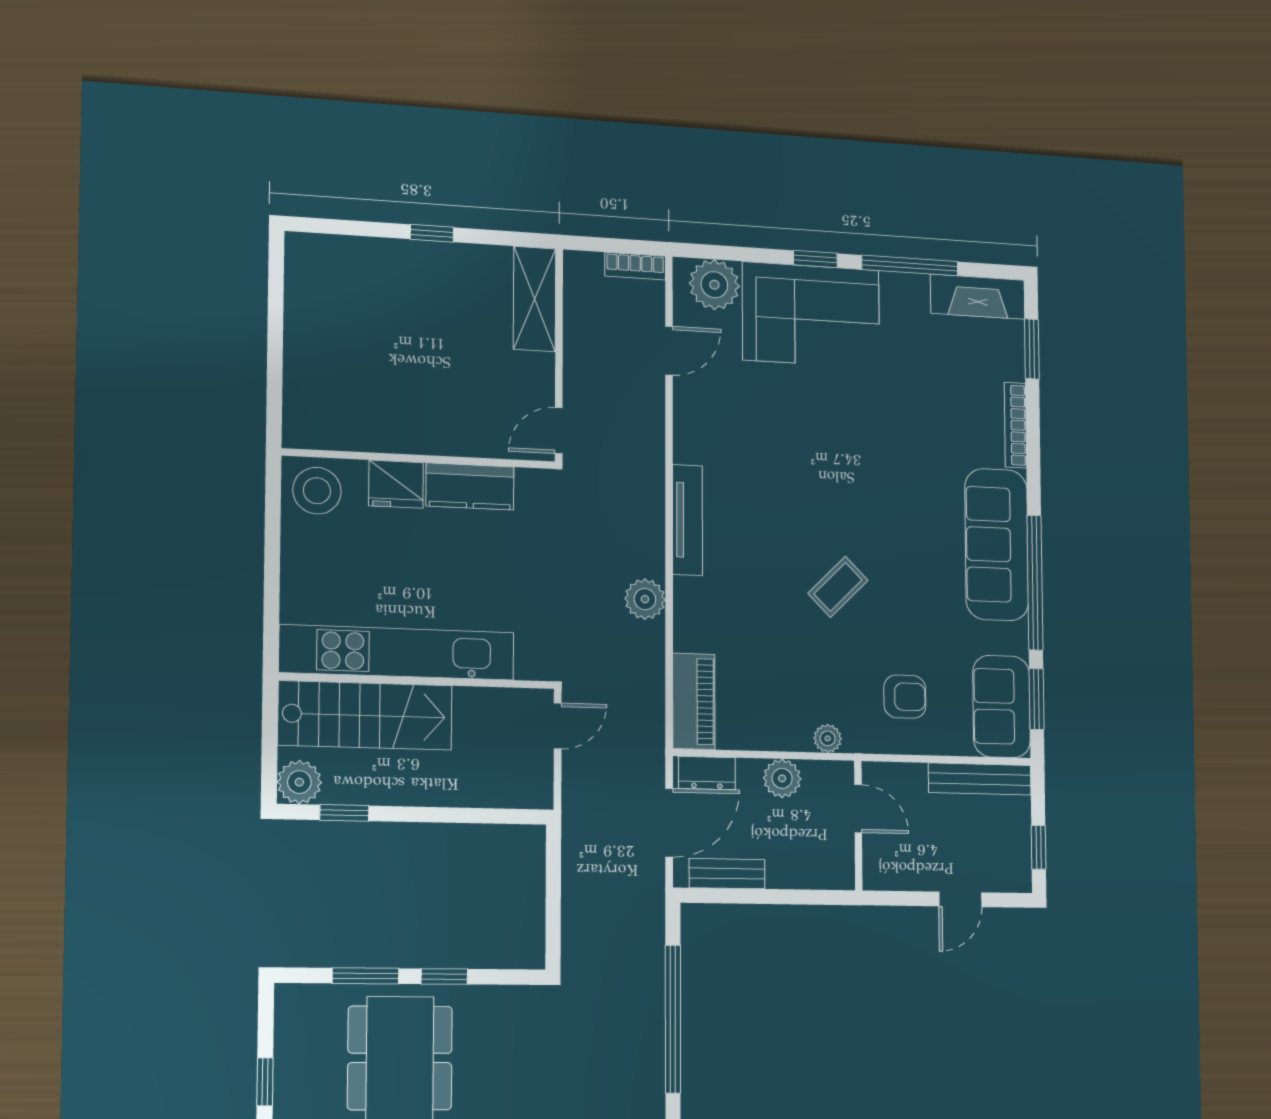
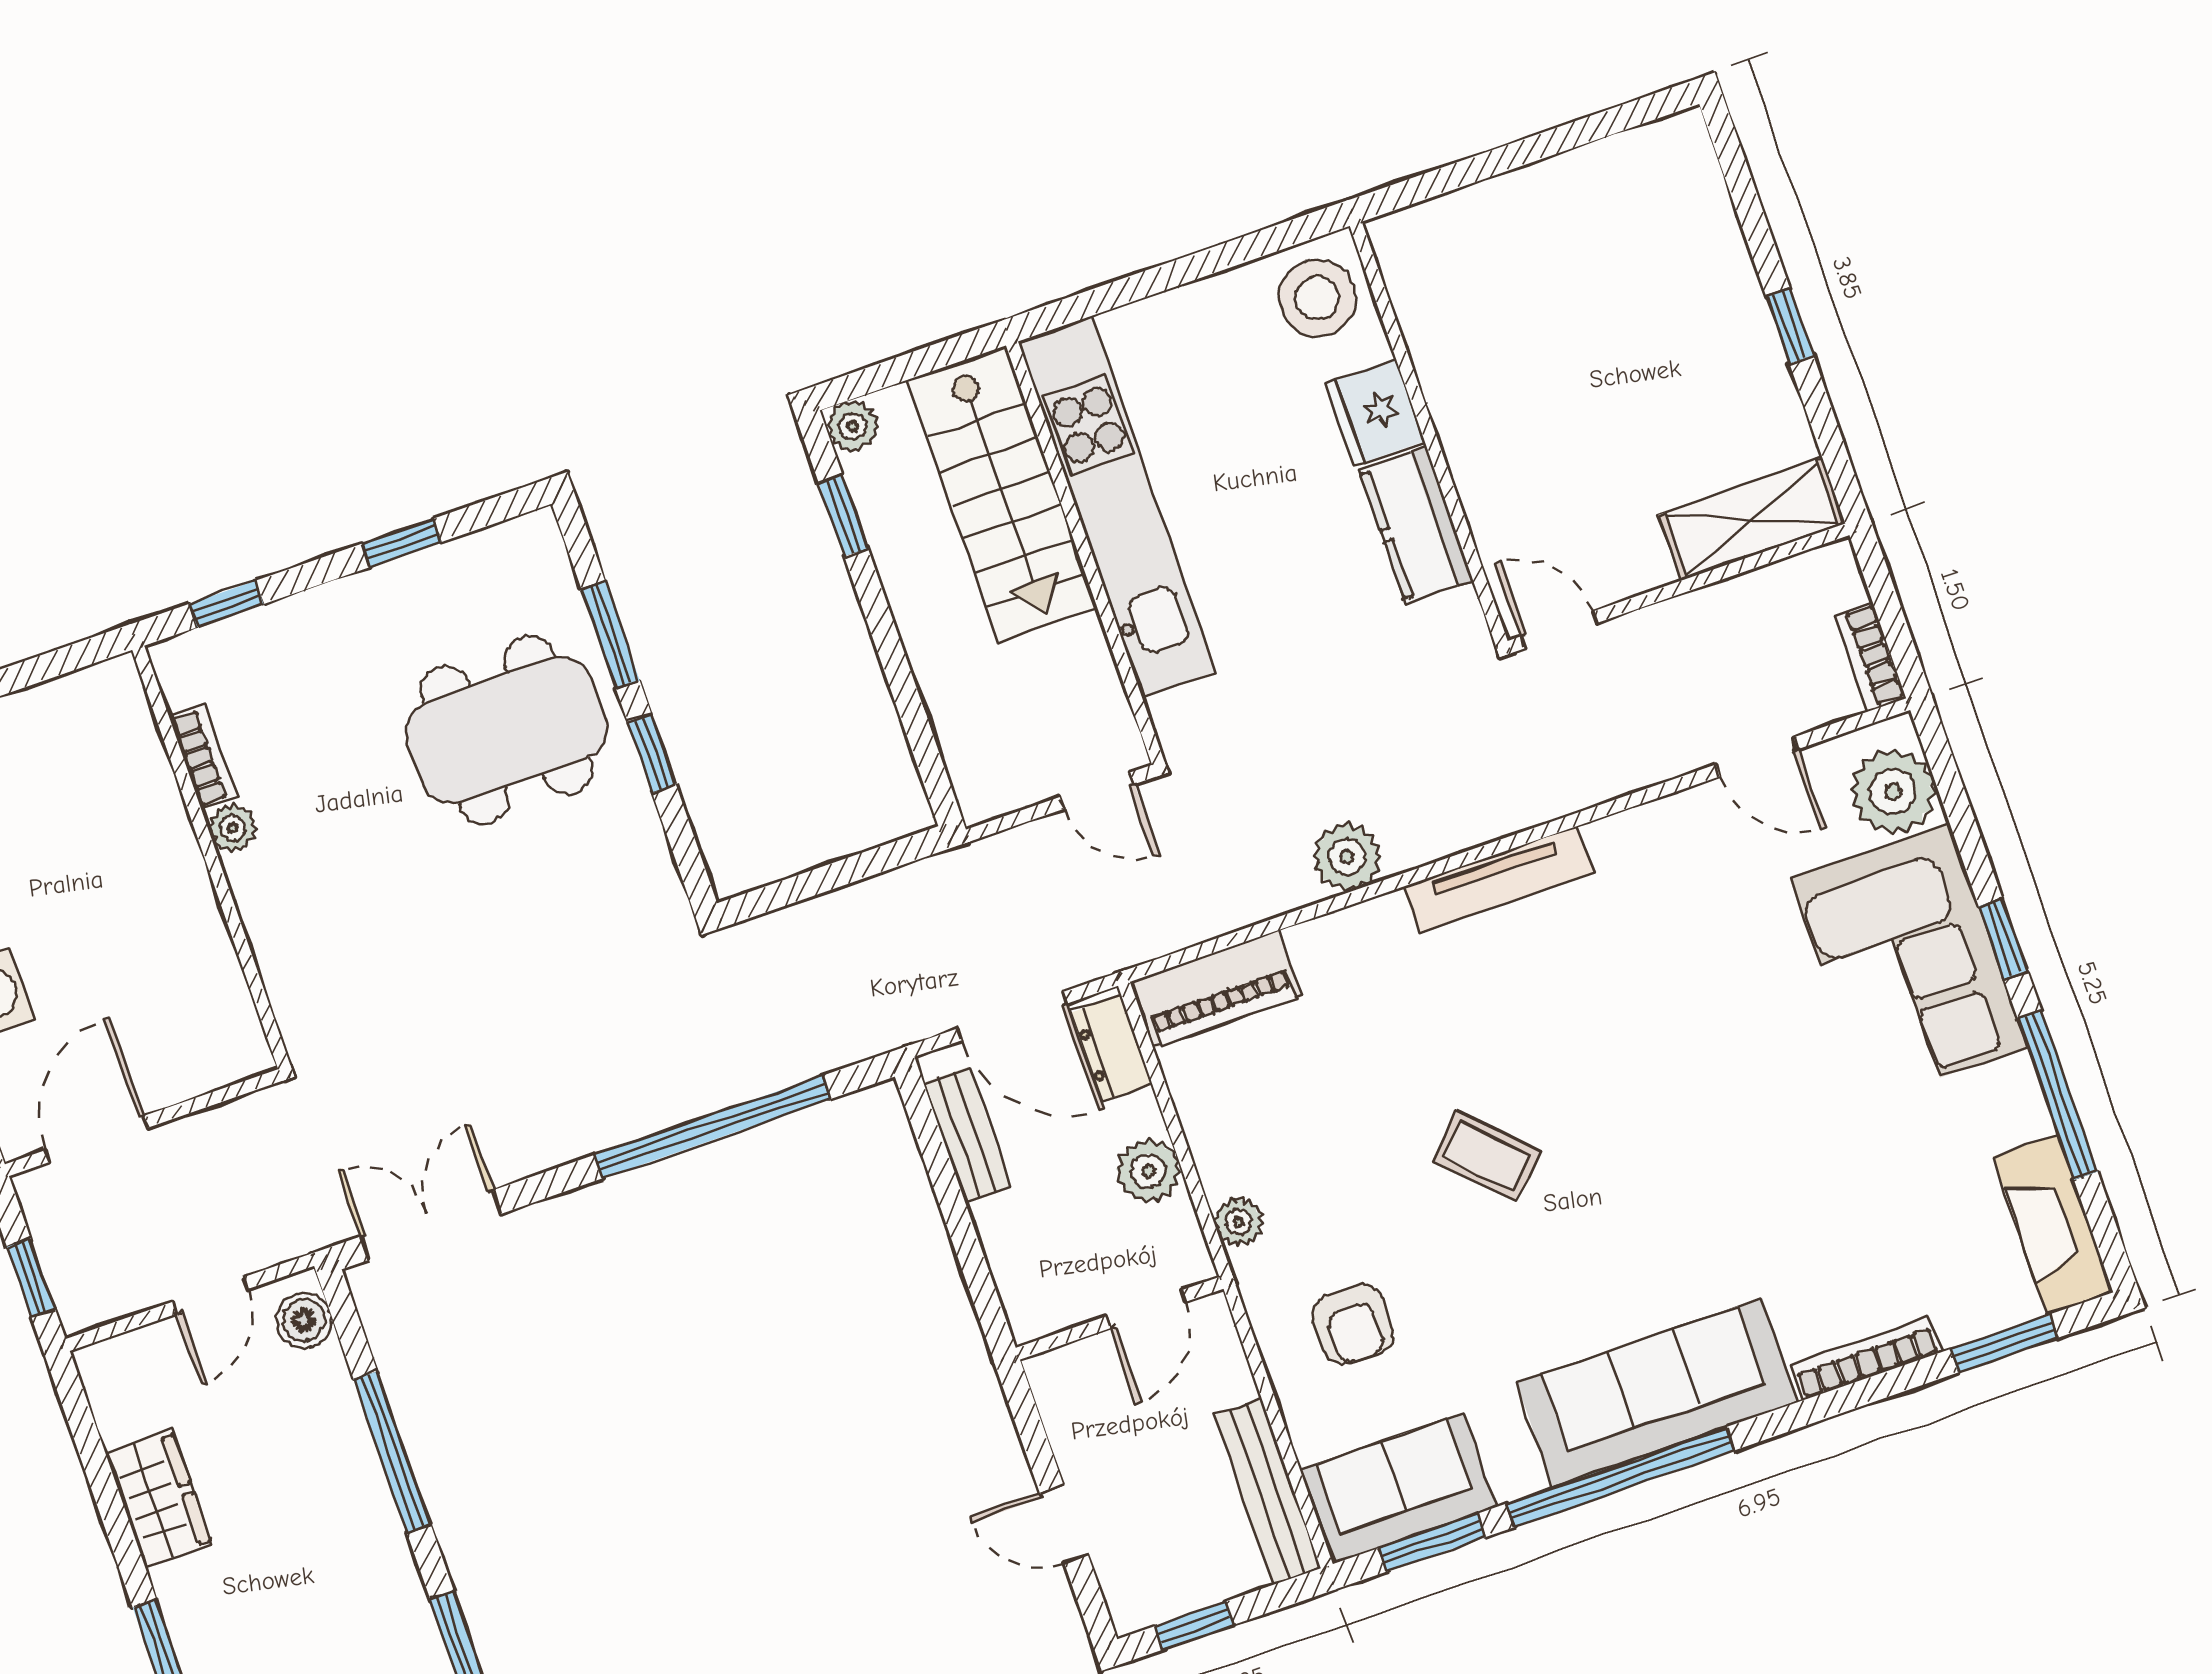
plant: (299, 782) -> (852, 426), width x0.73, depth x0.73

